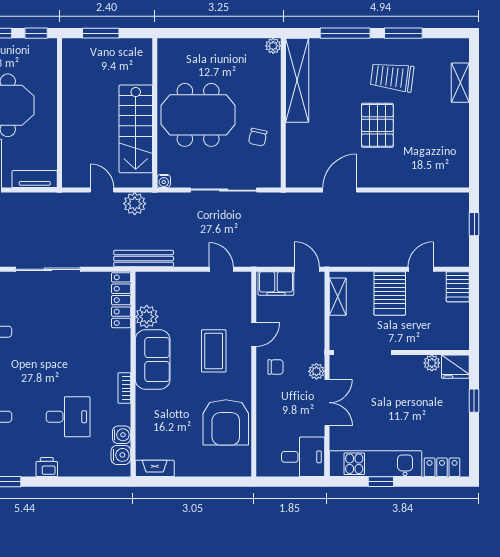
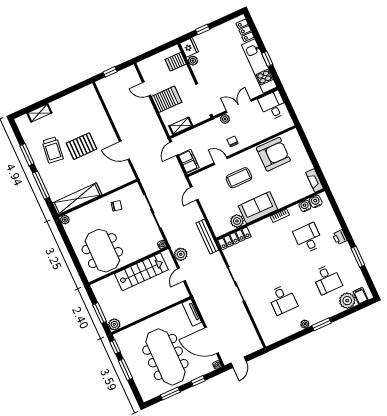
plant: (72, 48) -> (114, 324), added
meeting table: (198, 115) -> (102, 251), moved
server rack: (458, 287) -> (176, 62), moved, turned 180

